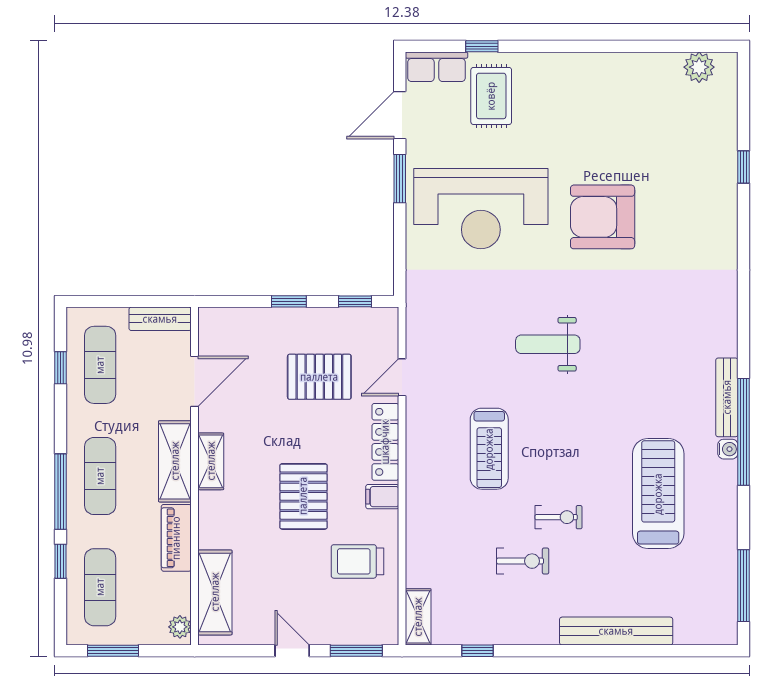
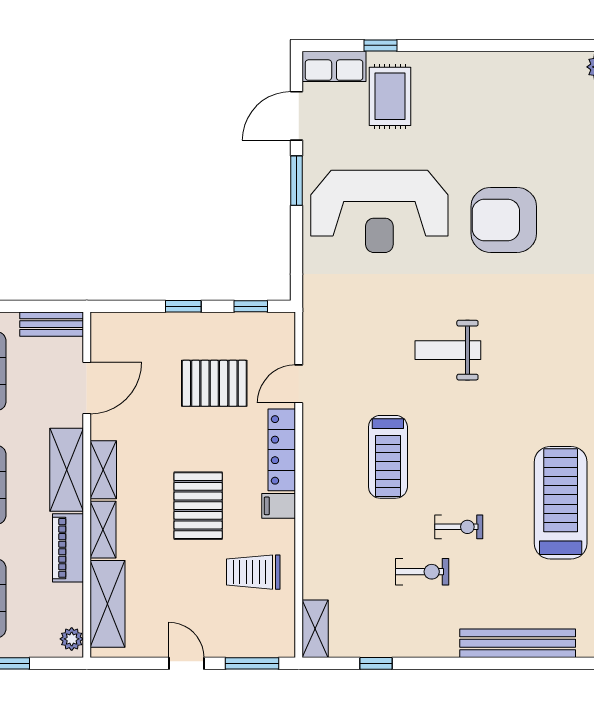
shelving: (210, 520) -> (103, 530), added

